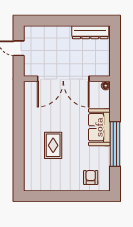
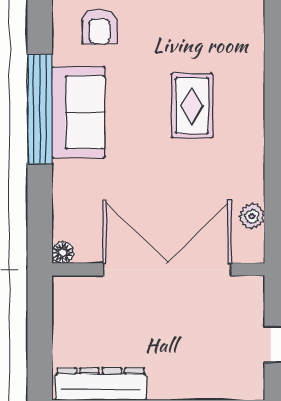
plant: (29, 100) -> (252, 216), added
sofa: (99, 127) -> (78, 112), moved

